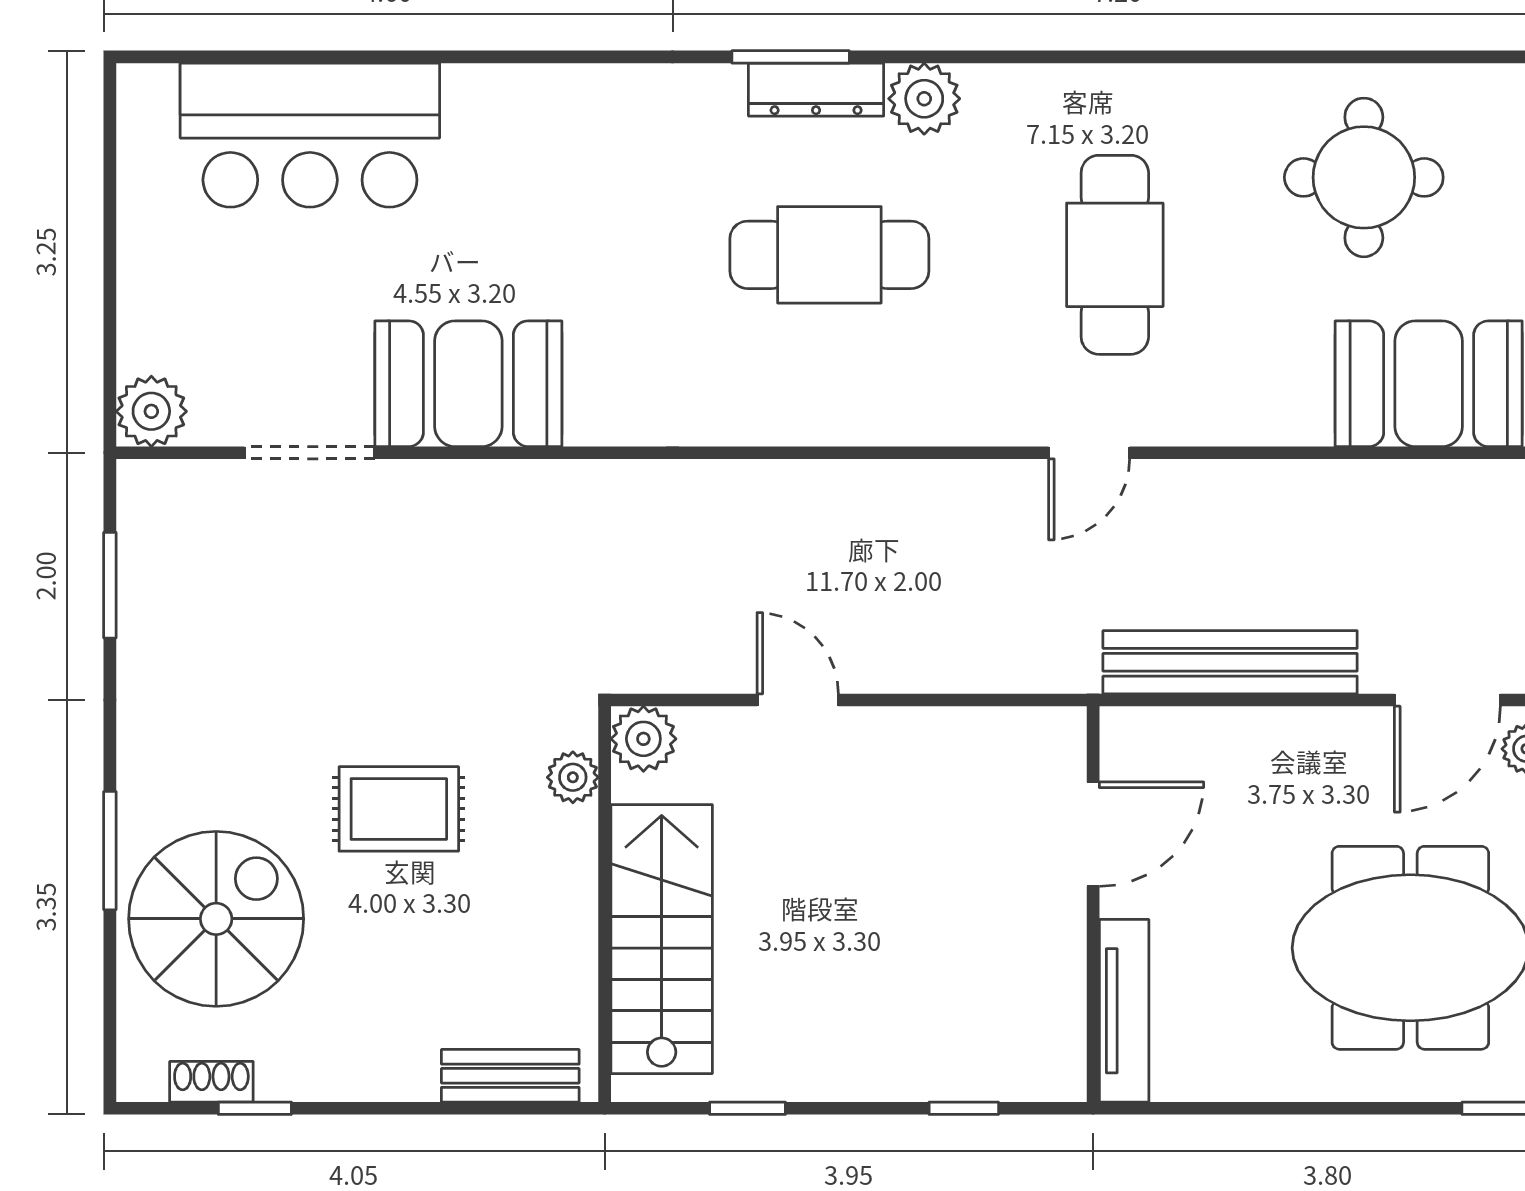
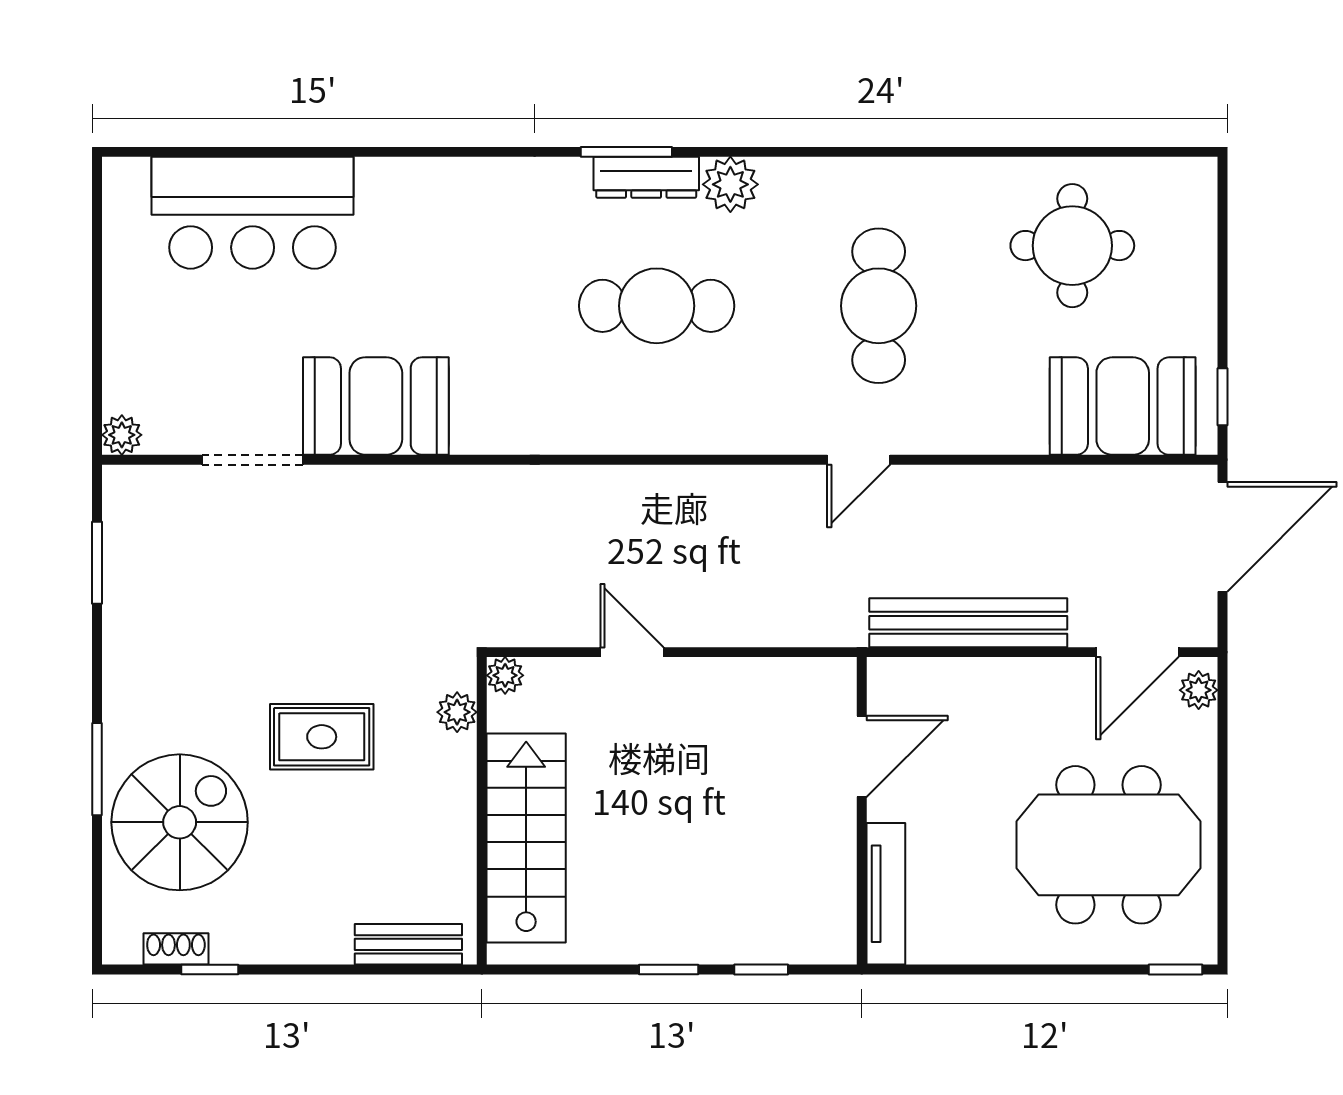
plant: (151, 411) -> (122, 435), width x0.73, depth x0.73
plant: (643, 739) -> (505, 675), width x0.73, depth x0.73
window: (747, 1108) -> (669, 970), moved

